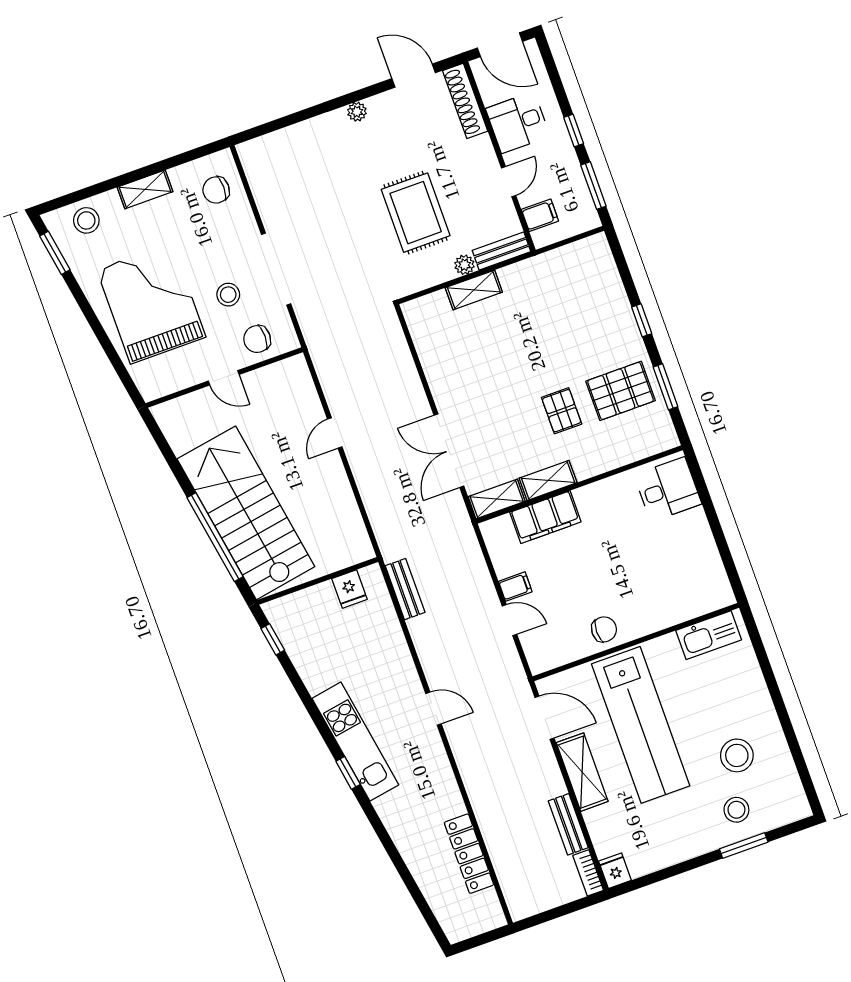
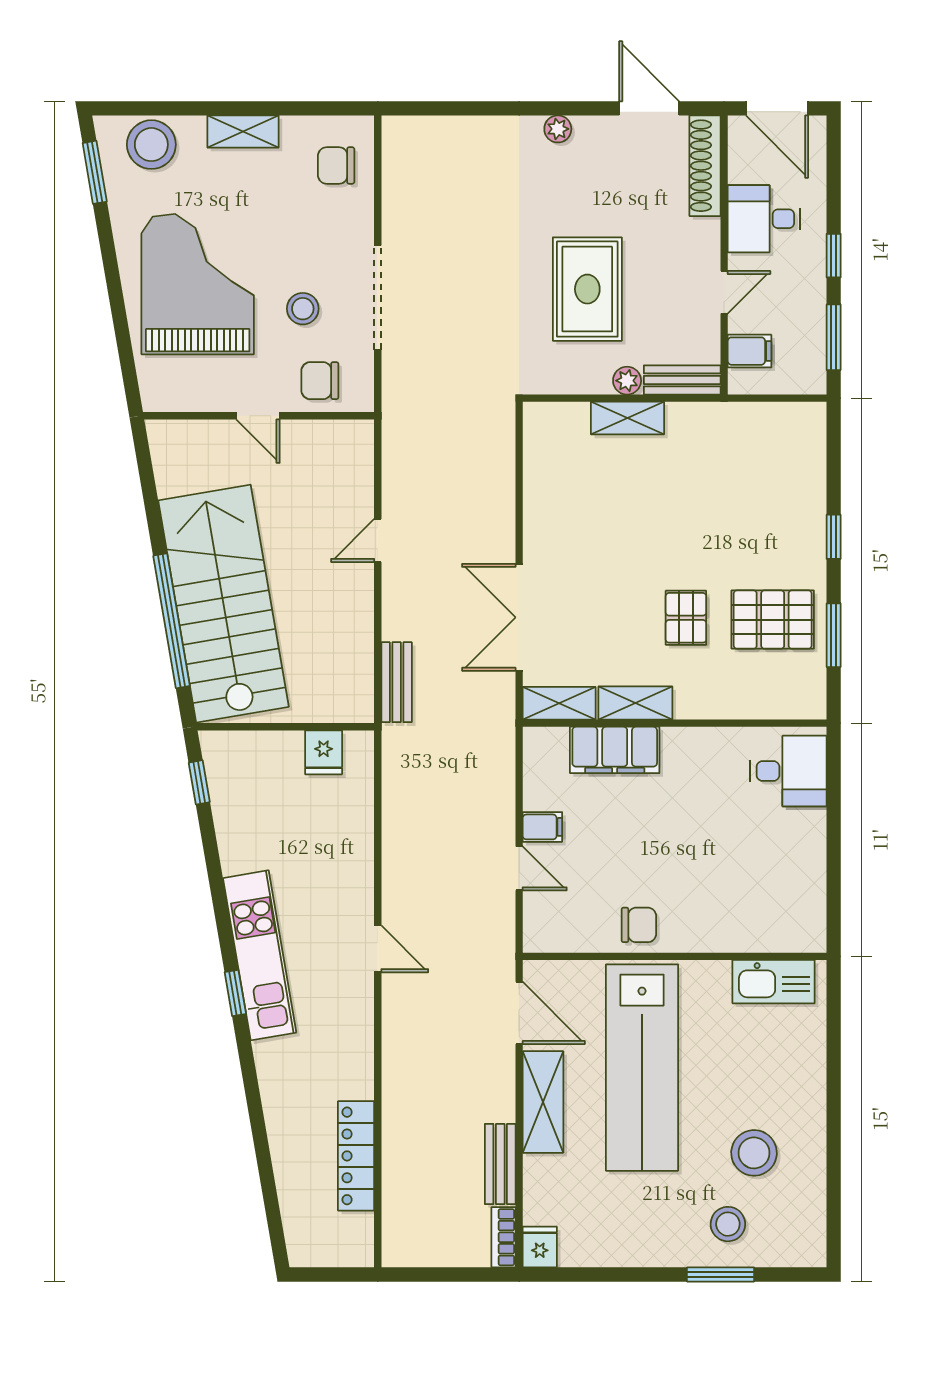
stool: (86, 220) -> (151, 145), width x1.38, depth x1.38
bench: (405, 589) -> (397, 682), moved

